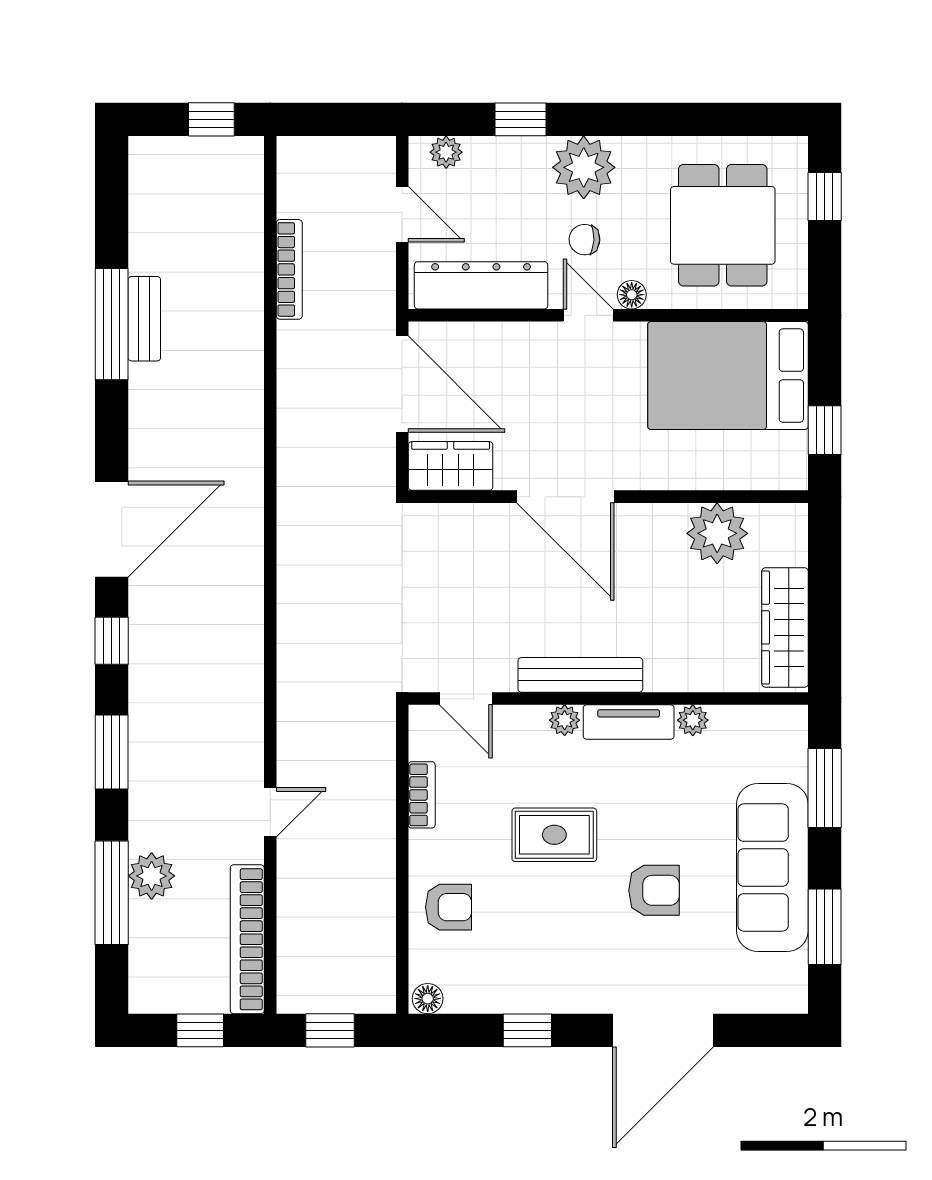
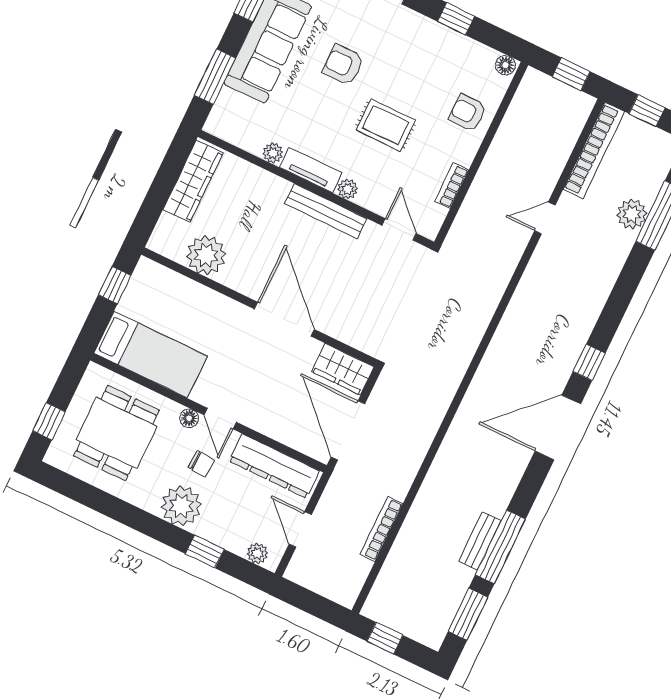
bed: (728, 376) -> (151, 355), width x0.67
window: (112, 752) -> (468, 614), moved

